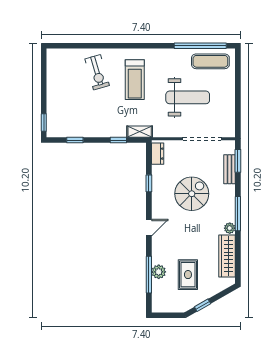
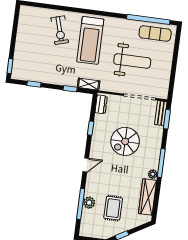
treadmill: (135, 80) -> (90, 40), width x1.37, depth x1.38
bench: (230, 169) -> (161, 113), moved
spiral stairs: (192, 194) -> (125, 141), turned 180

